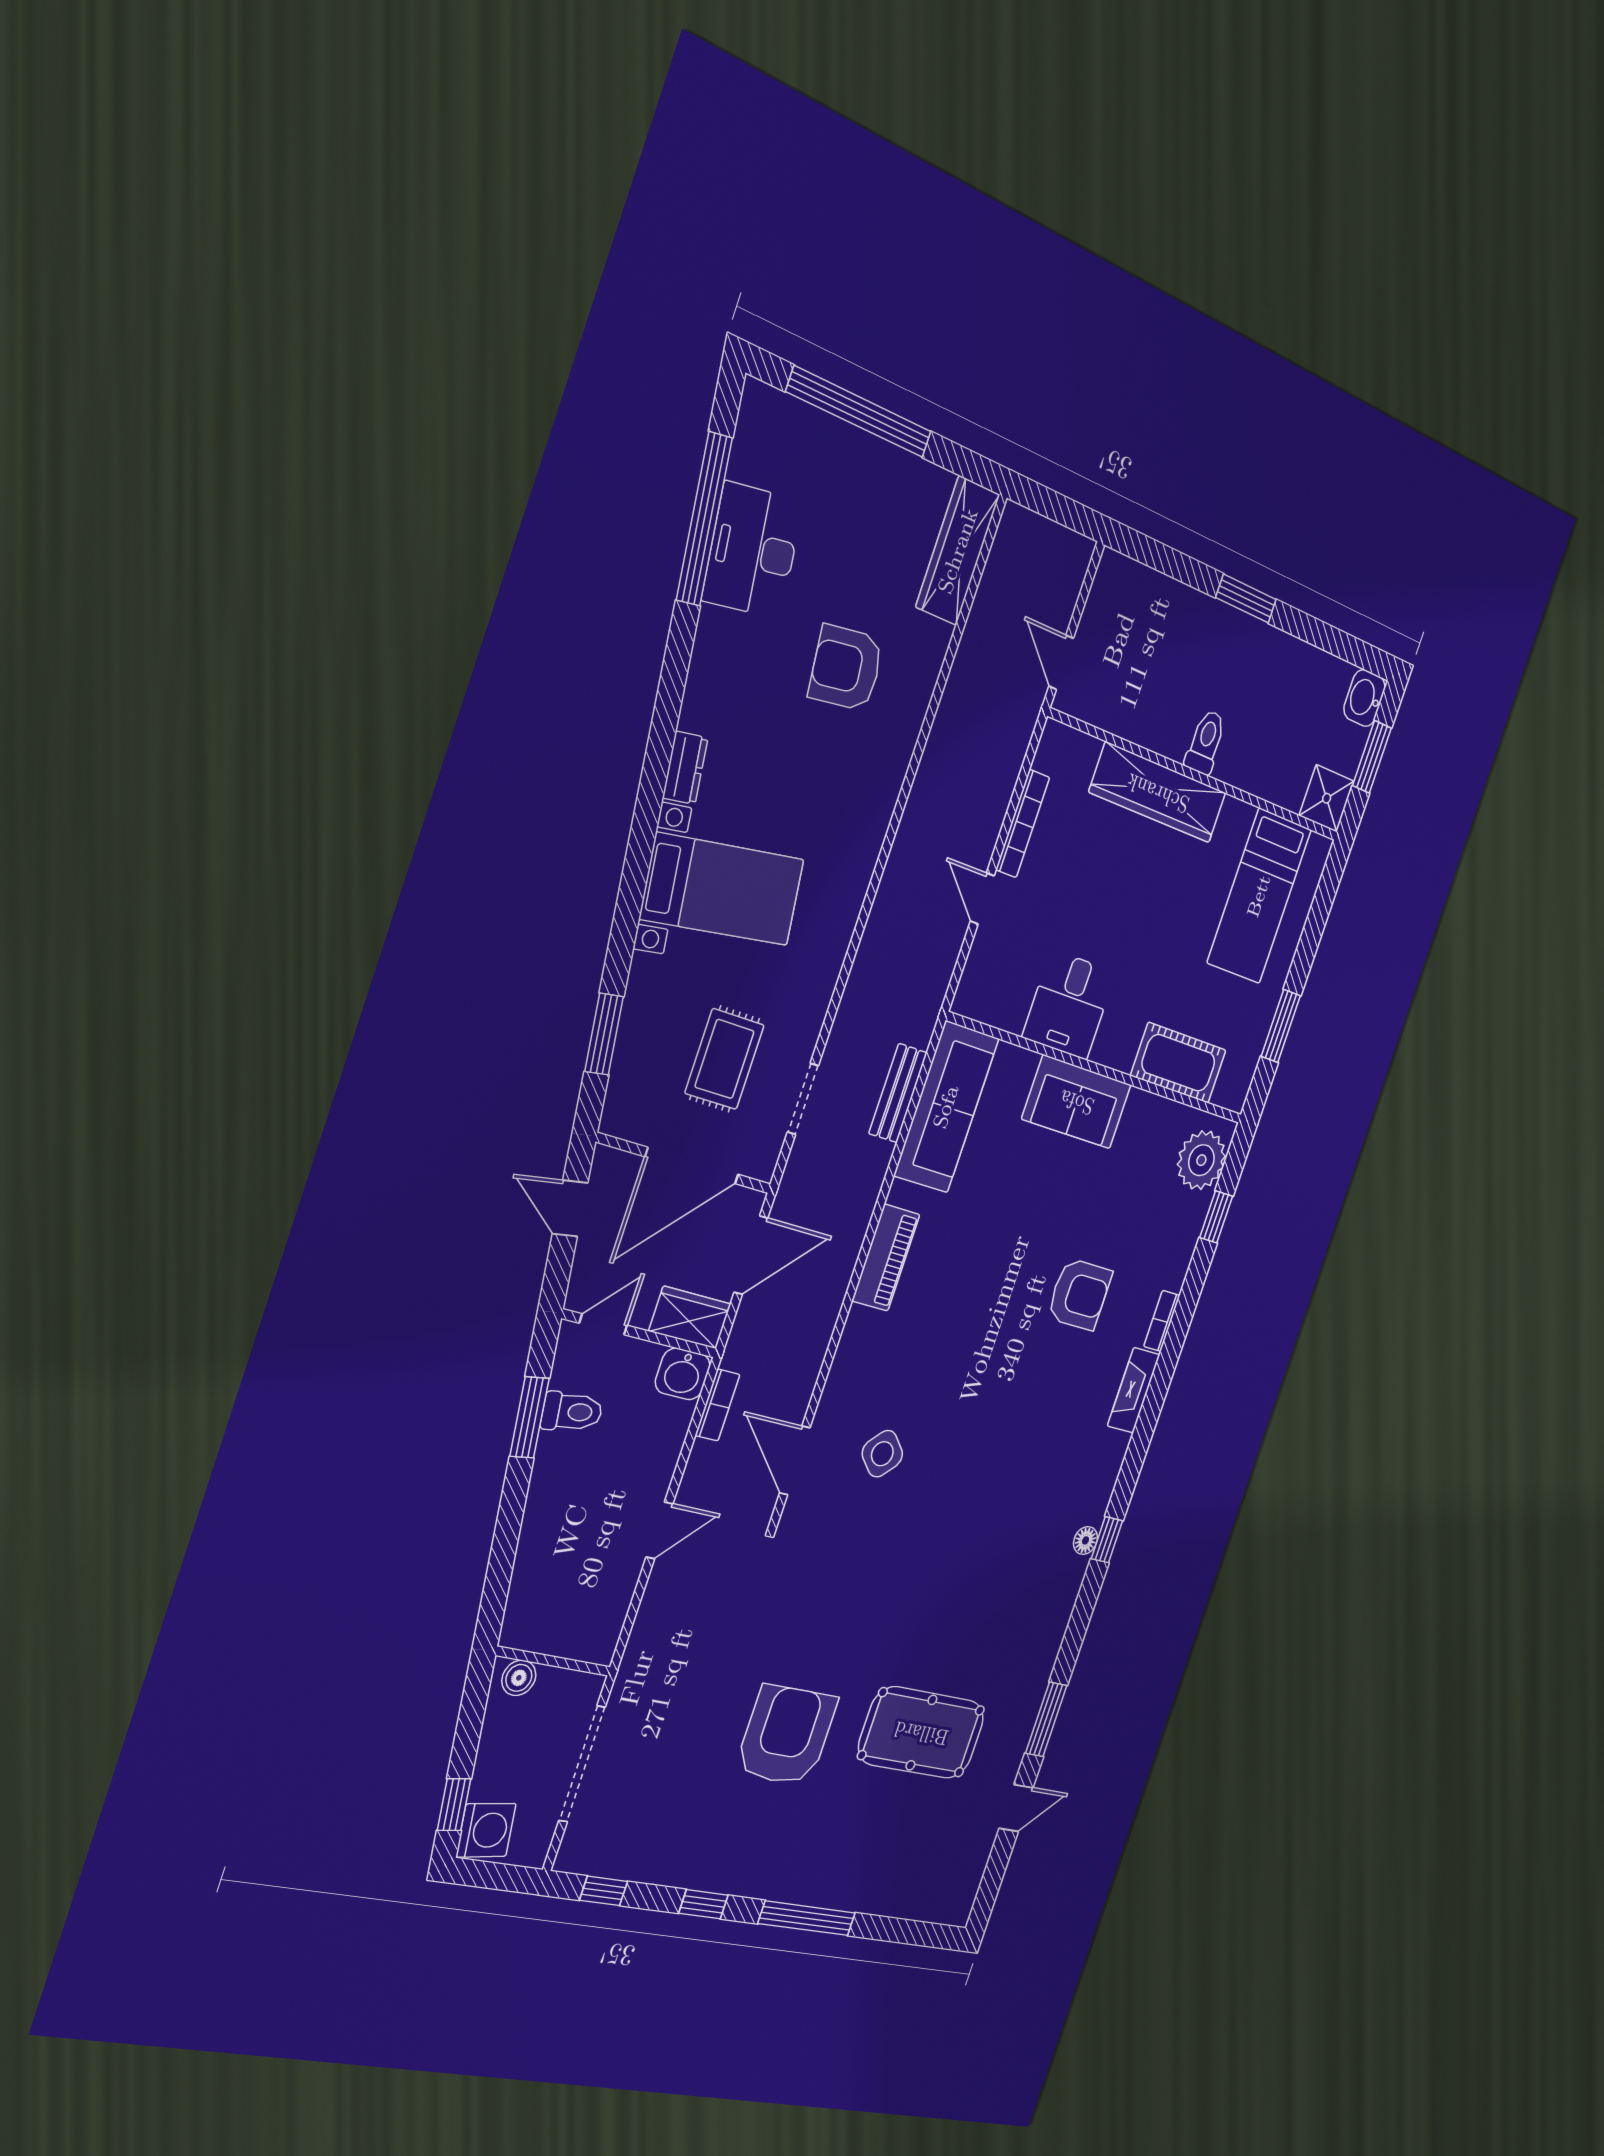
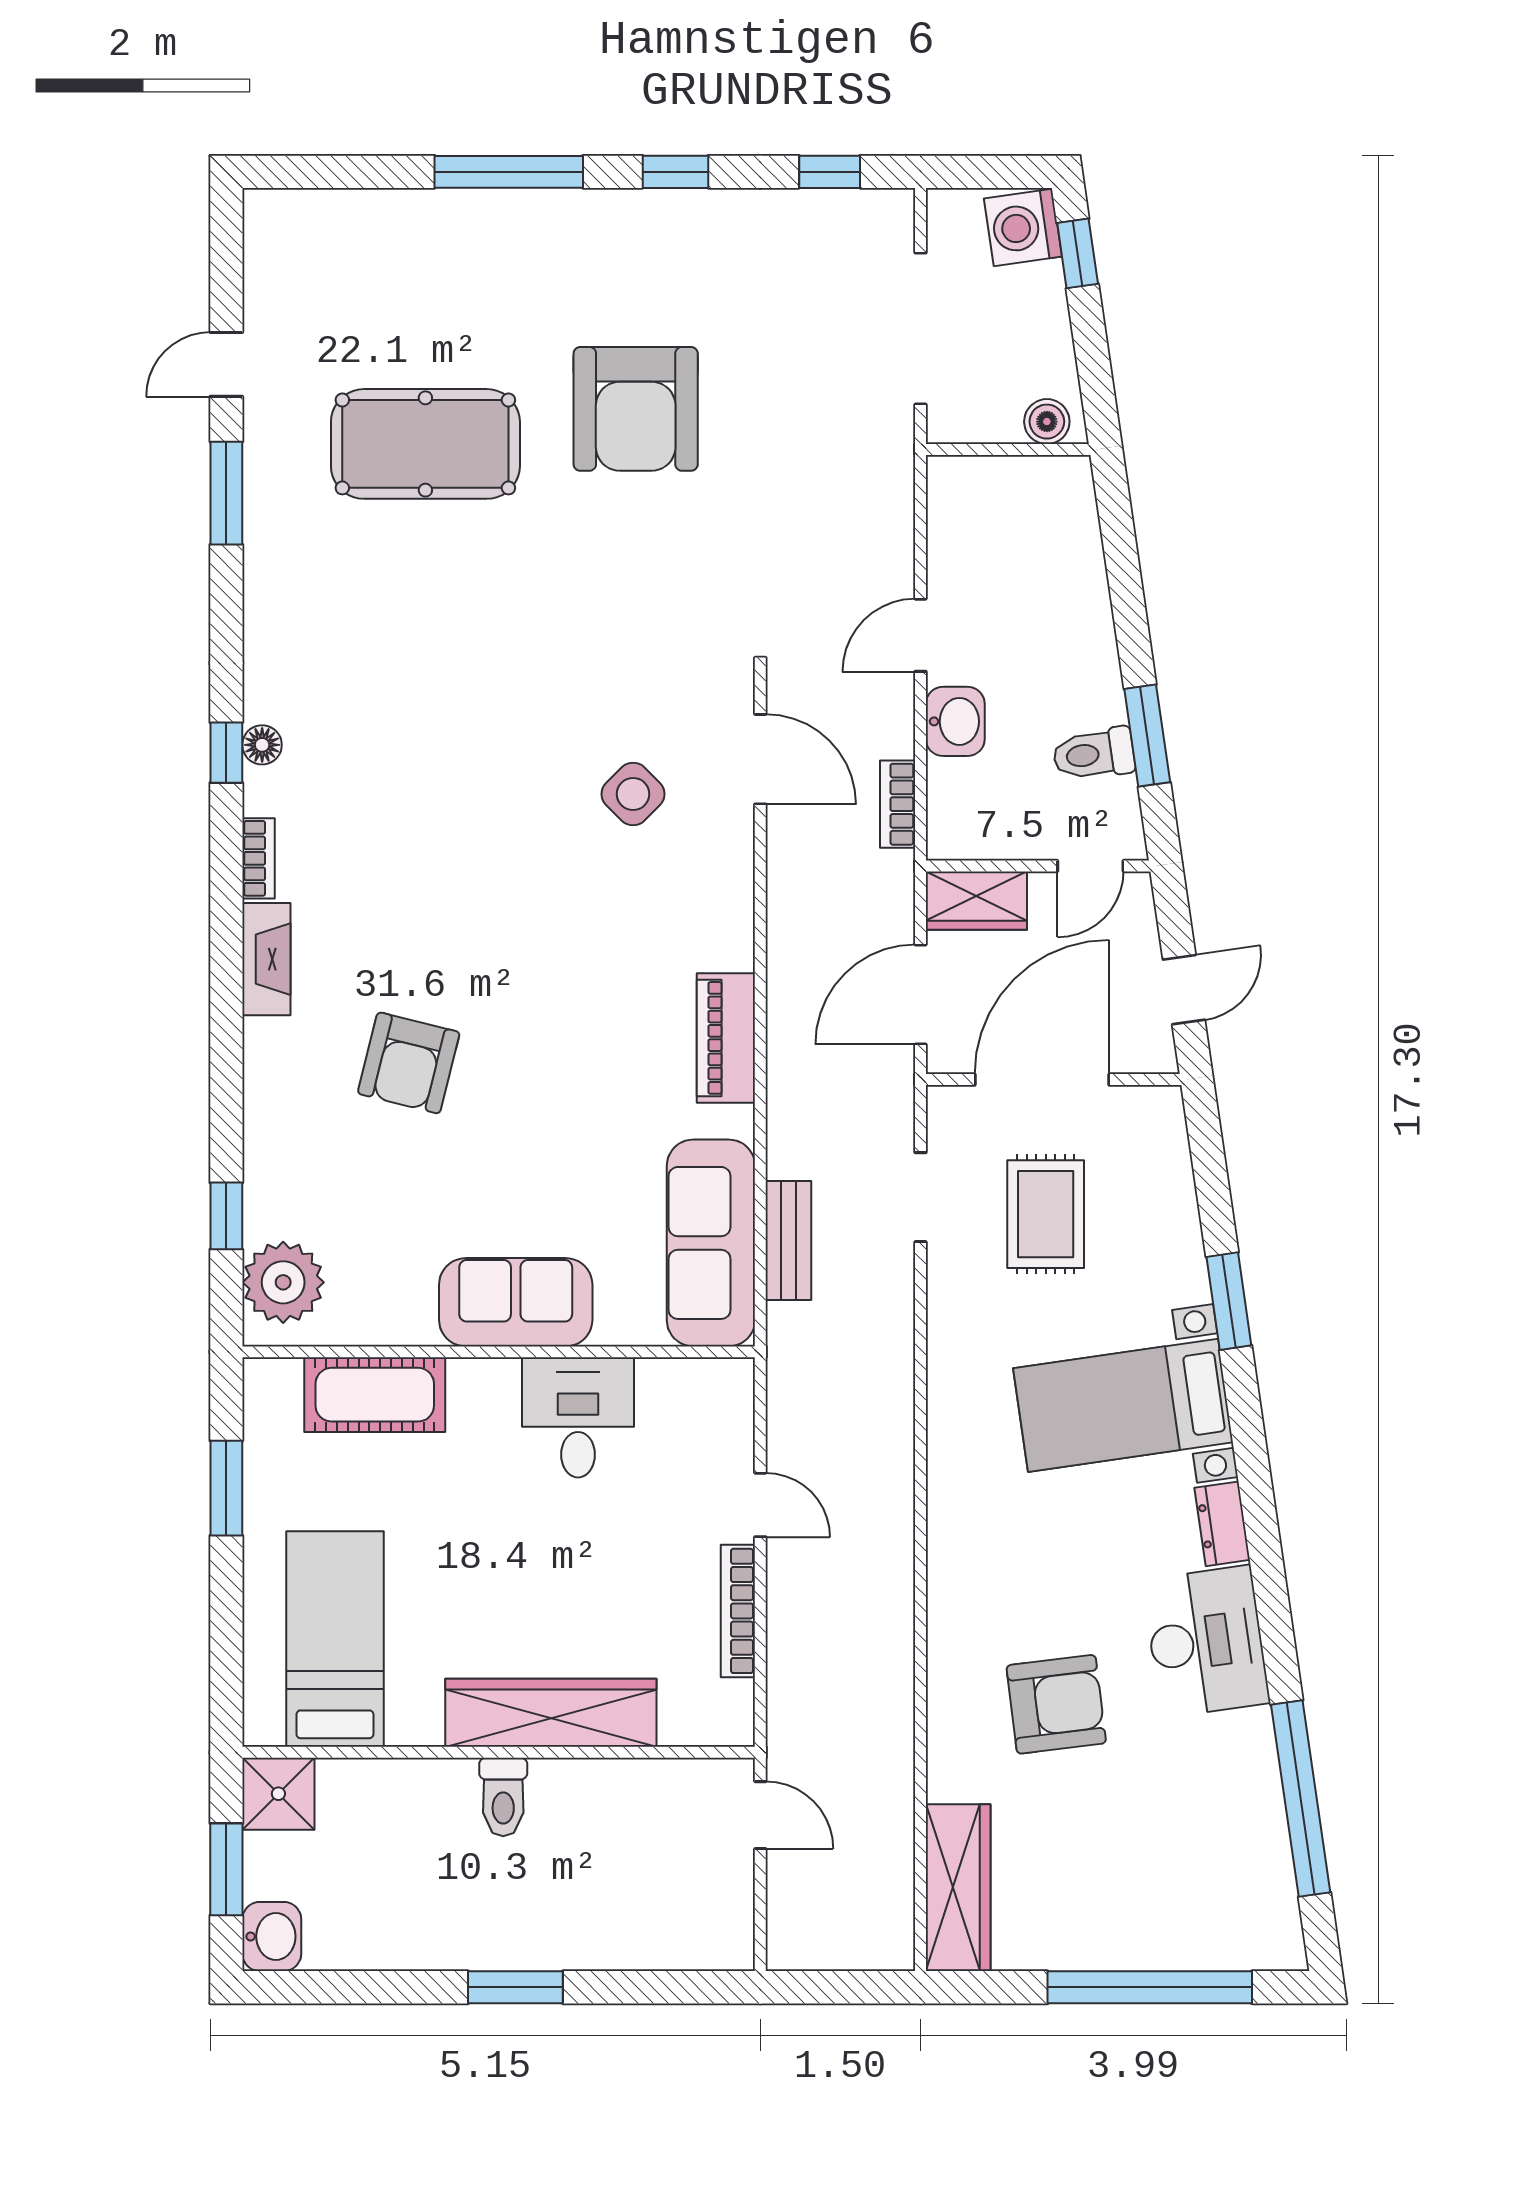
desk: (753, 551) -> (1206, 1641), moved
window: (604, 1034) -> (1229, 1301), moved
door: (570, 1208) -> (1184, 990), hinge flipped
armchair: (1079, 1294) -> (409, 1063), turned -76
bookcase: (1162, 1321) -> (258, 858), moved
washbasin: (683, 1374) -> (955, 721), moved, turned 90

